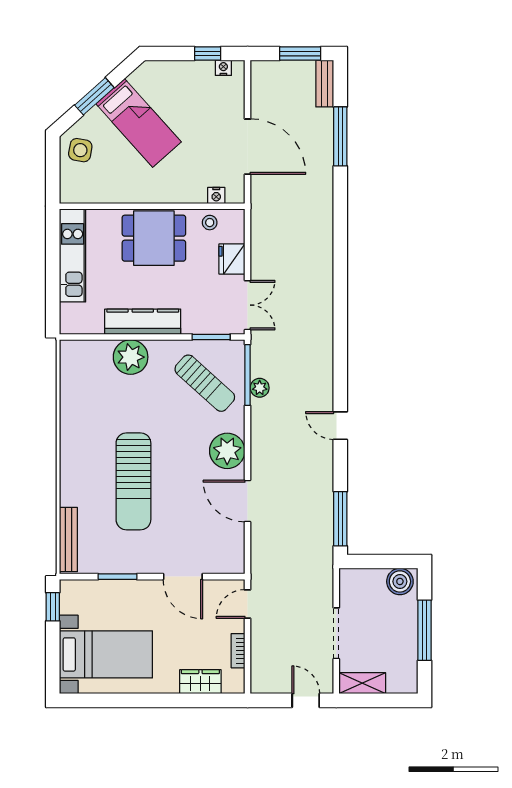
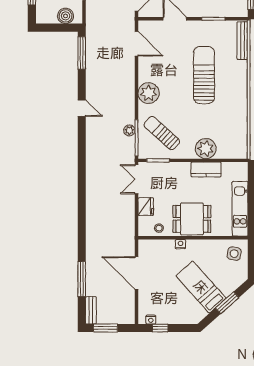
side table: (80, 150) -> (234, 254), moved
nightstand: (216, 195) -> (180, 244), moved
kitchen counter: (143, 322) -> (206, 169), width x0.67
door: (248, 501) -> (137, 44), moved
boiler: (400, 581) -> (66, 16), moved

